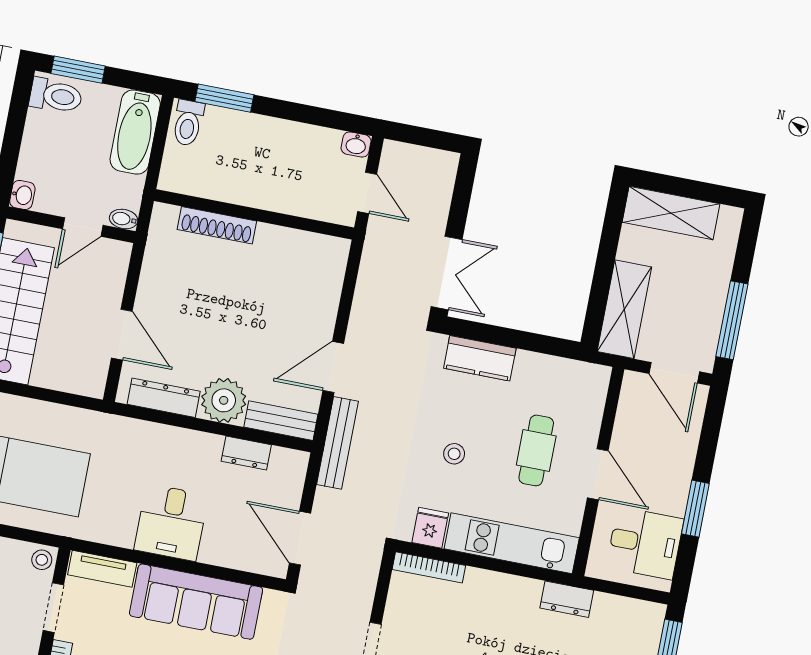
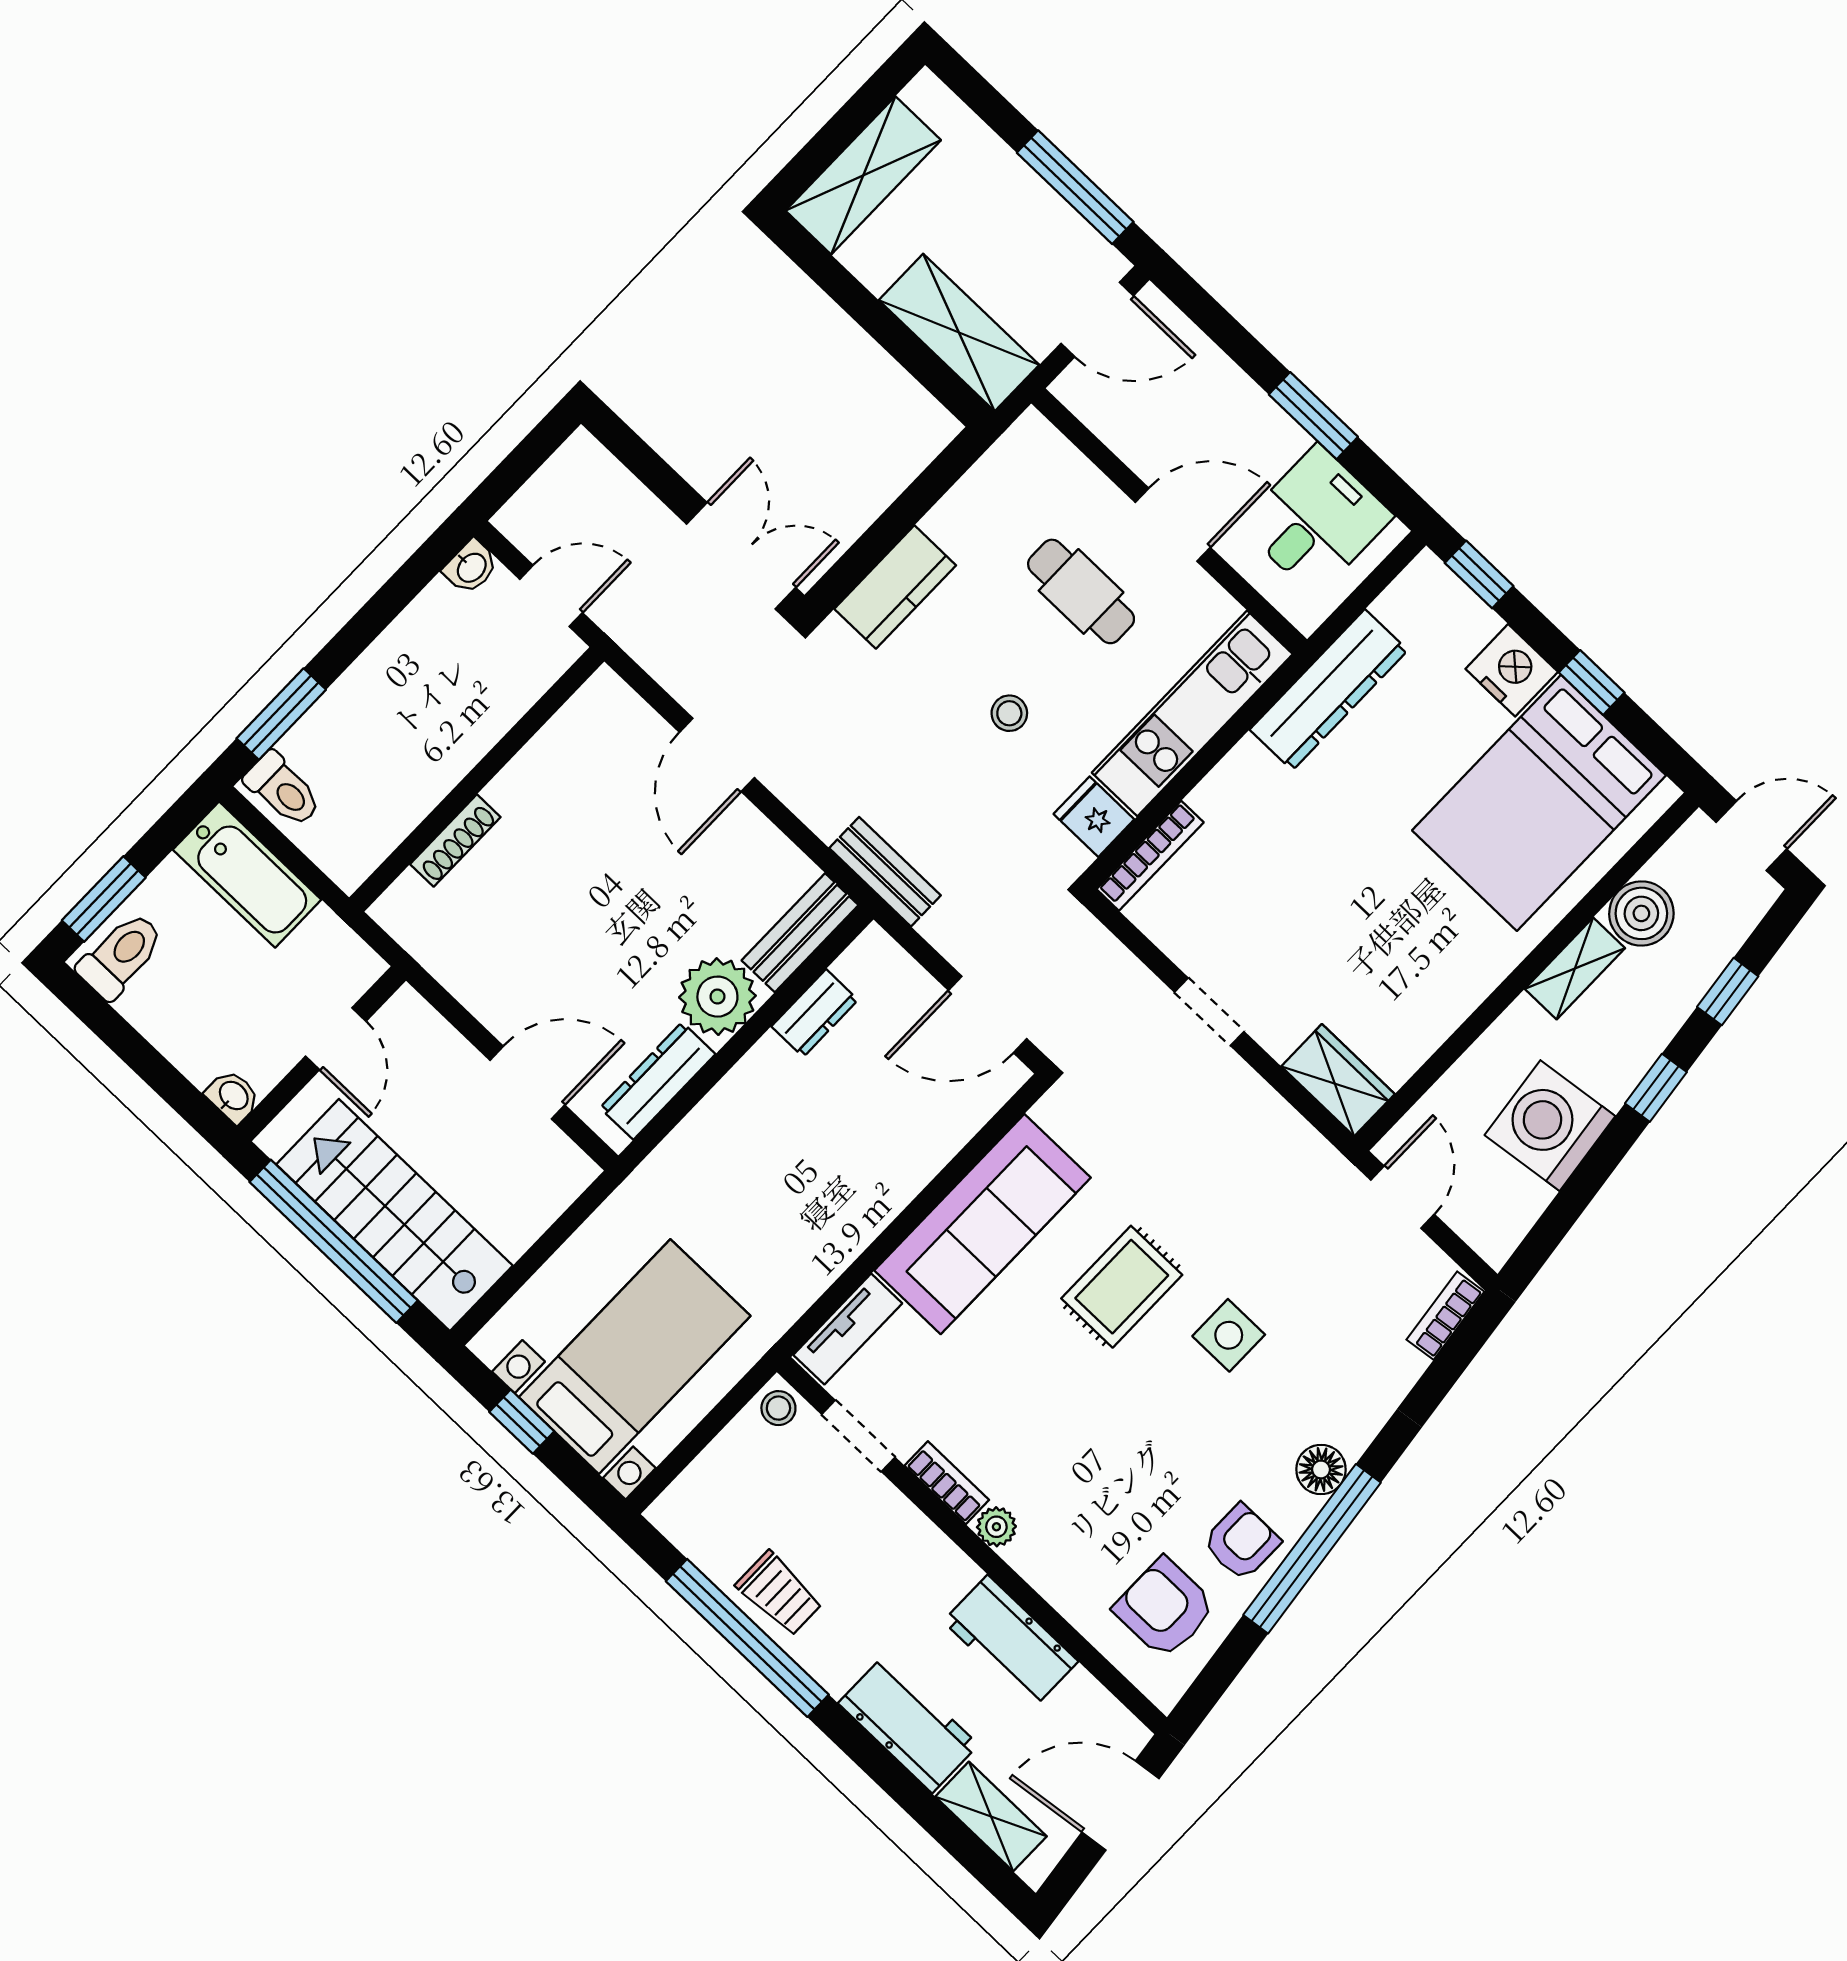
bidet: (124, 219) -> (362, 972), removed
shoe rack: (217, 225) -> (455, 841), width x0.74, depth x0.81
door: (333, 367) -> (717, 755), moved
bench: (337, 443) -> (885, 872), width x0.73
desk: (171, 522) -> (845, 1186), removed
dresser: (567, 599) -> (1329, 690), width x1.96, depth x1.24

